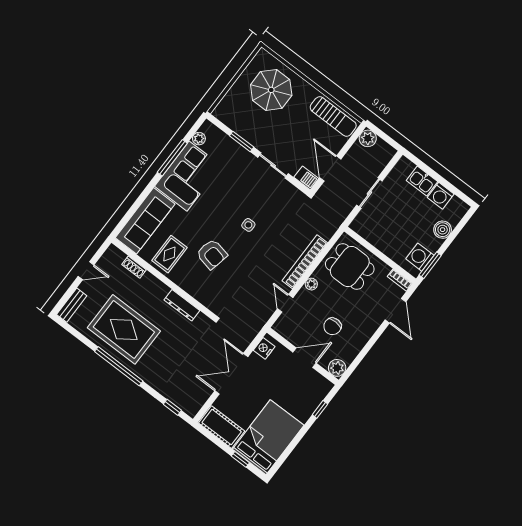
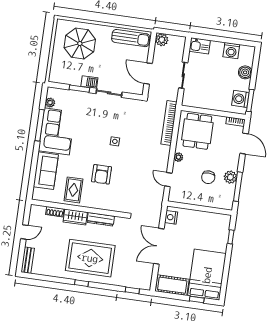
barbecue: (306, 178) -> (89, 82), moved
kitchen sink: (422, 181) -> (200, 46), moved
sofa: (145, 221) -> (46, 171), width x0.73
armchair: (212, 254) -> (102, 174), turned 78
bookcase: (305, 262) -> (169, 123), moved
dining table: (350, 267) -> (197, 131), turned 90
wardrobe: (154, 286) -> (75, 217), added
rug: (124, 329) -> (90, 258), moved
window: (361, 356) -> (238, 187), added
door: (305, 358) -> (201, 208), removed
window: (119, 366) -> (82, 283), width x0.32
plant: (337, 368) -> (230, 177), moved

